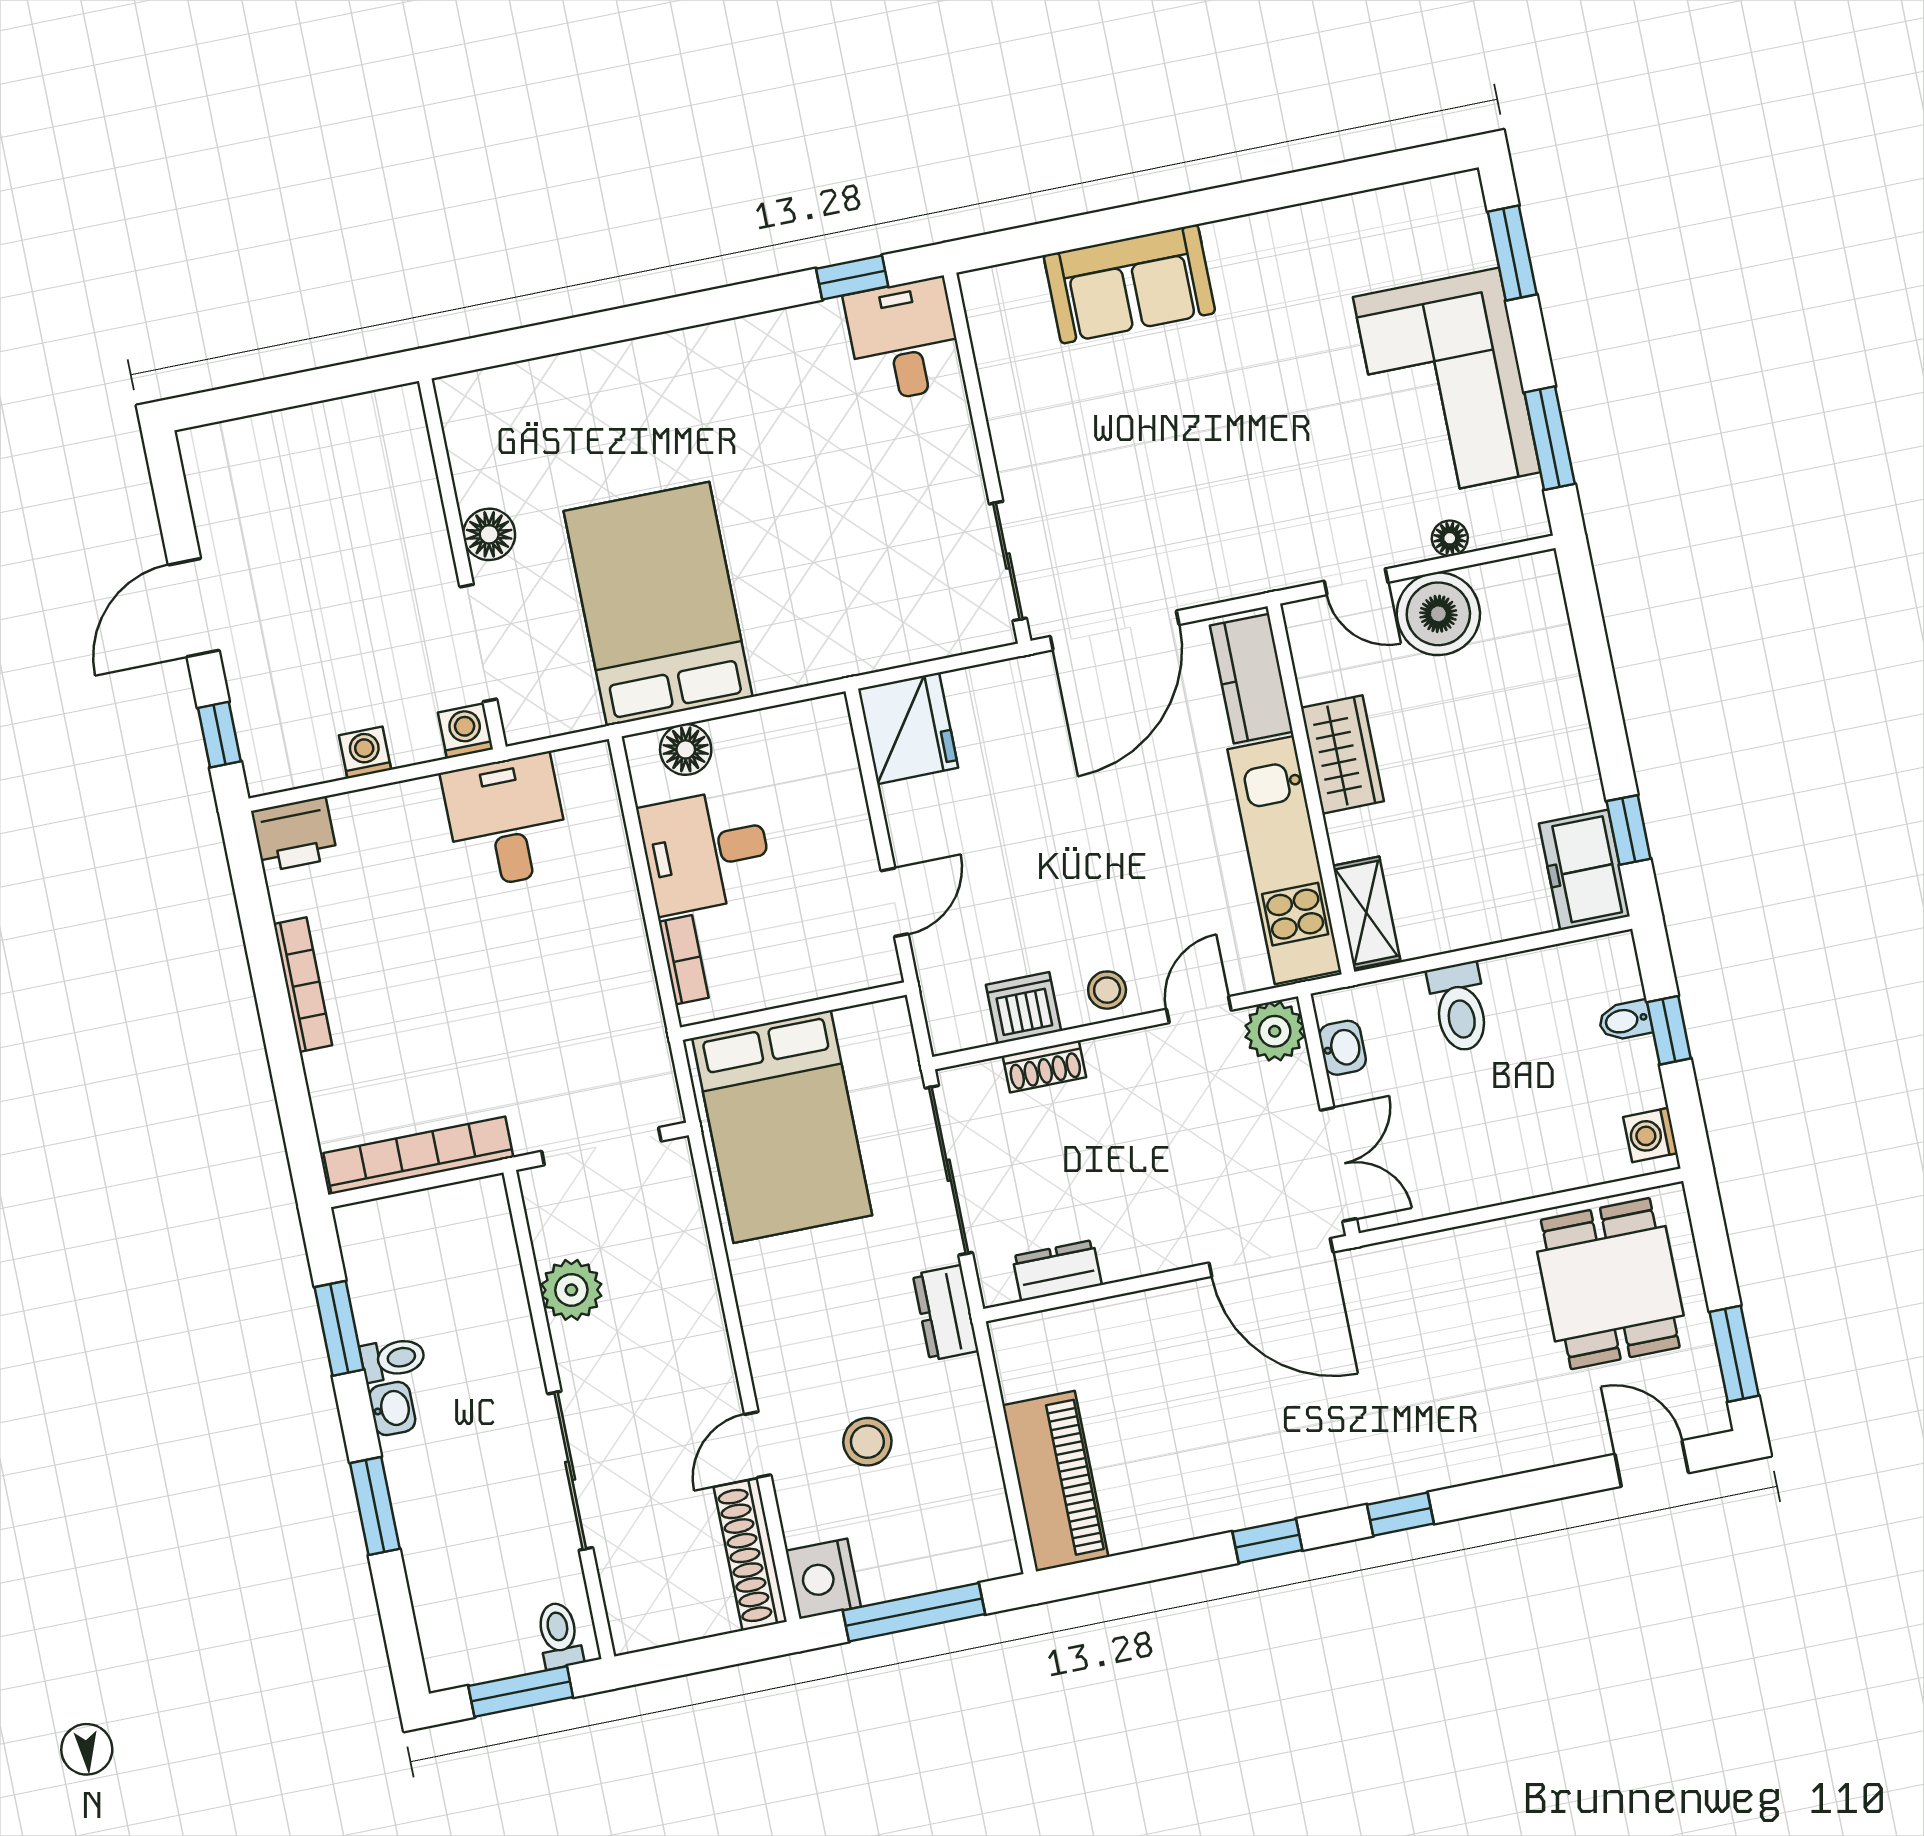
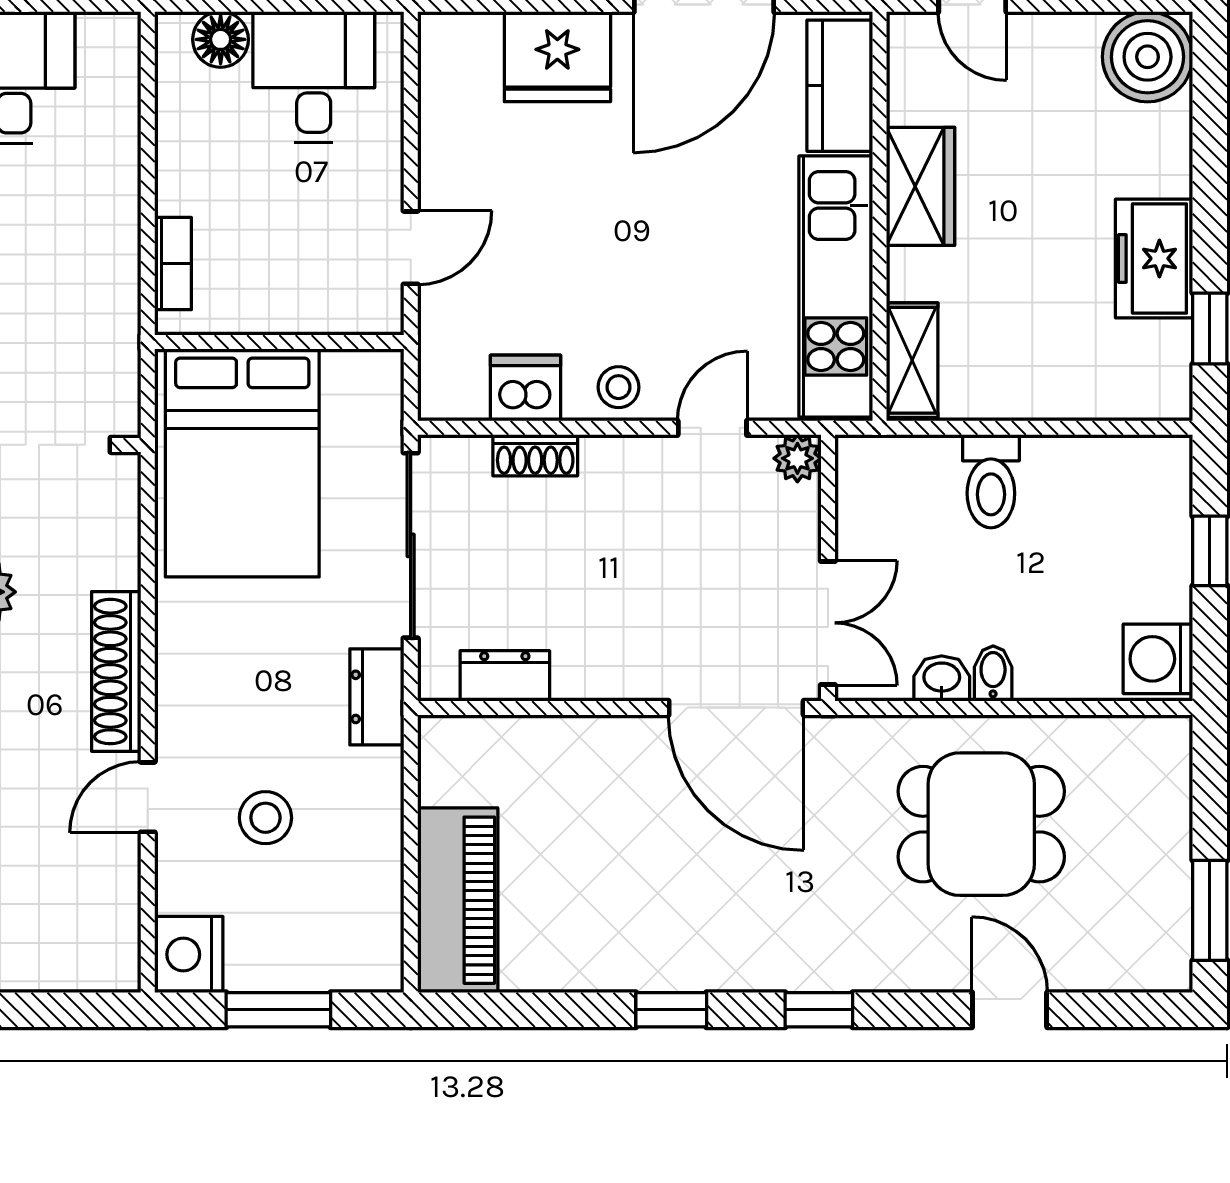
boiler: (1438, 614) -> (1148, 57), moved
fridge: (908, 728) -> (557, 57), moved, turned 90
desk: (706, 851) -> (314, 77), moved, turned 90
freezer: (1584, 870) -> (1154, 258), moved
bidet: (1625, 1021) -> (993, 673), moved, turned 90
plant: (1275, 1031) -> (797, 458), width x0.73, depth x0.73
washbasin: (1342, 1048) -> (942, 678), moved, turned -90
washing machine: (1650, 1135) -> (1158, 659), width x1.38, depth x1.38
dining table: (1610, 1284) -> (981, 824), moved, turned 90
door: (1652, 1463) -> (1010, 1010), moved
shoe rack: (750, 1554) -> (116, 671), moved
window: (914, 1612) -> (278, 1010), width x0.69

